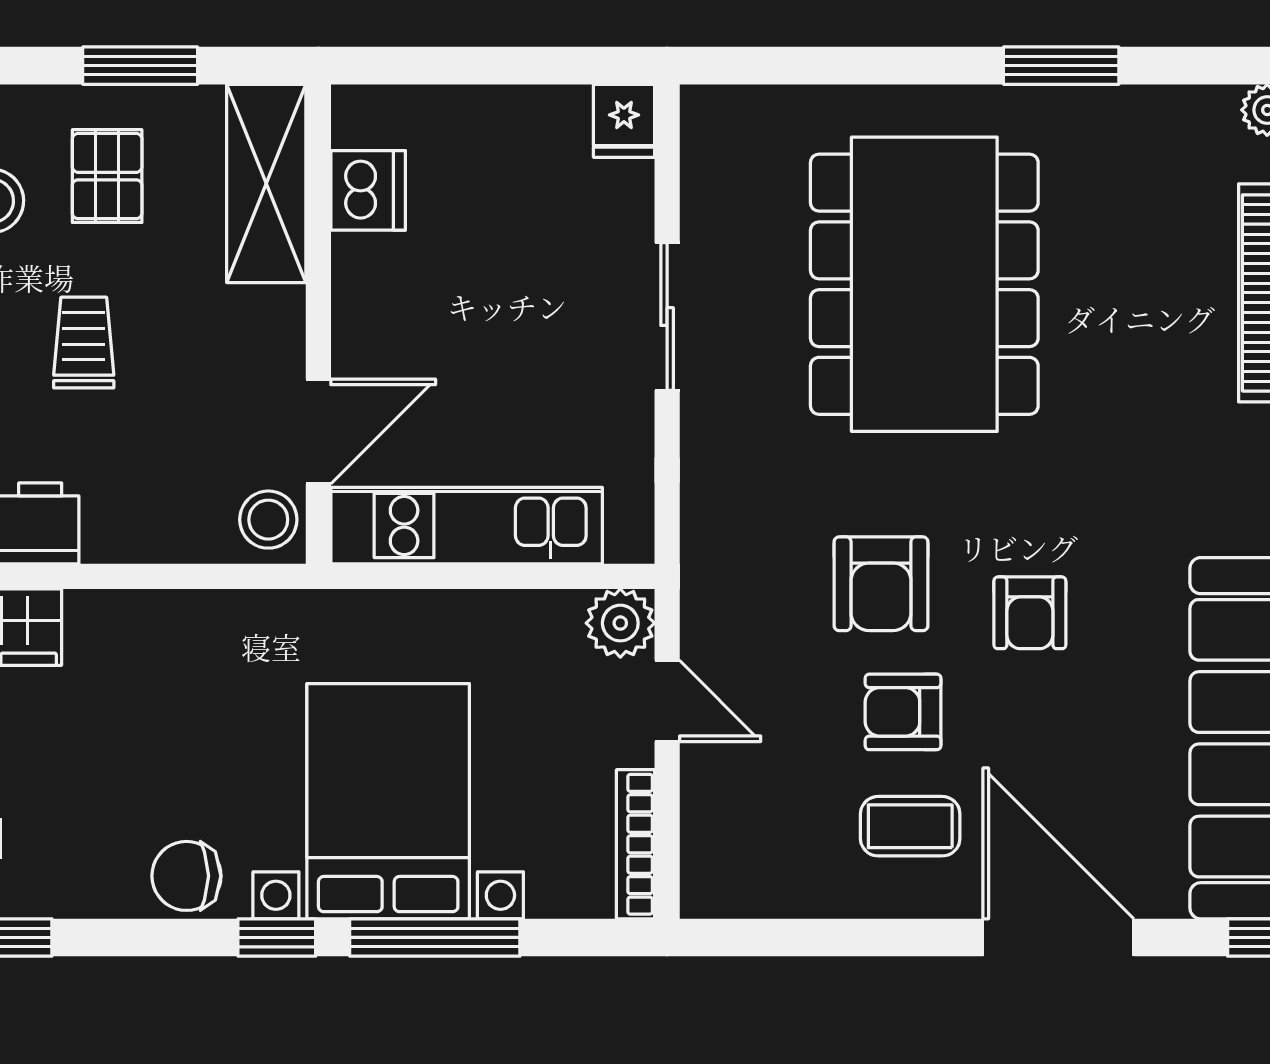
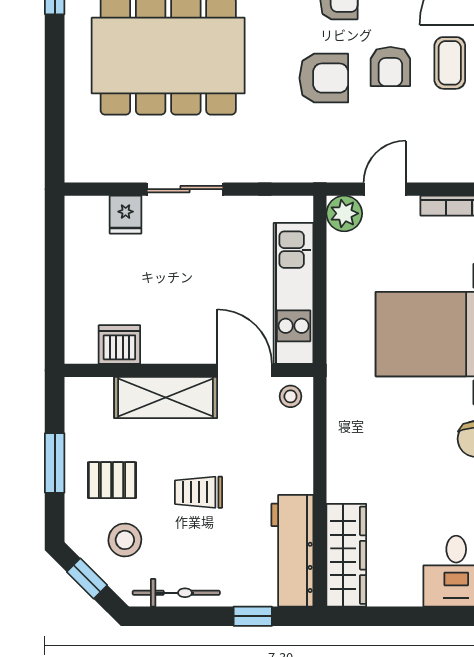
fridge: (624, 121) -> (126, 215), moved, turned 90
shelving: (266, 183) -> (166, 397), moved
stool: (268, 520) -> (290, 396), width x0.73, depth x0.73

